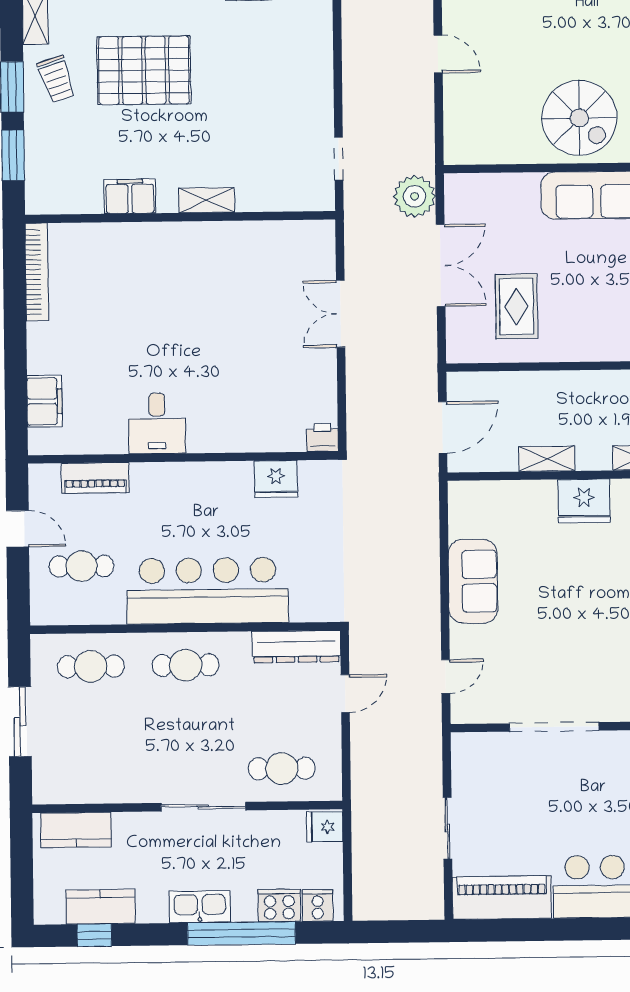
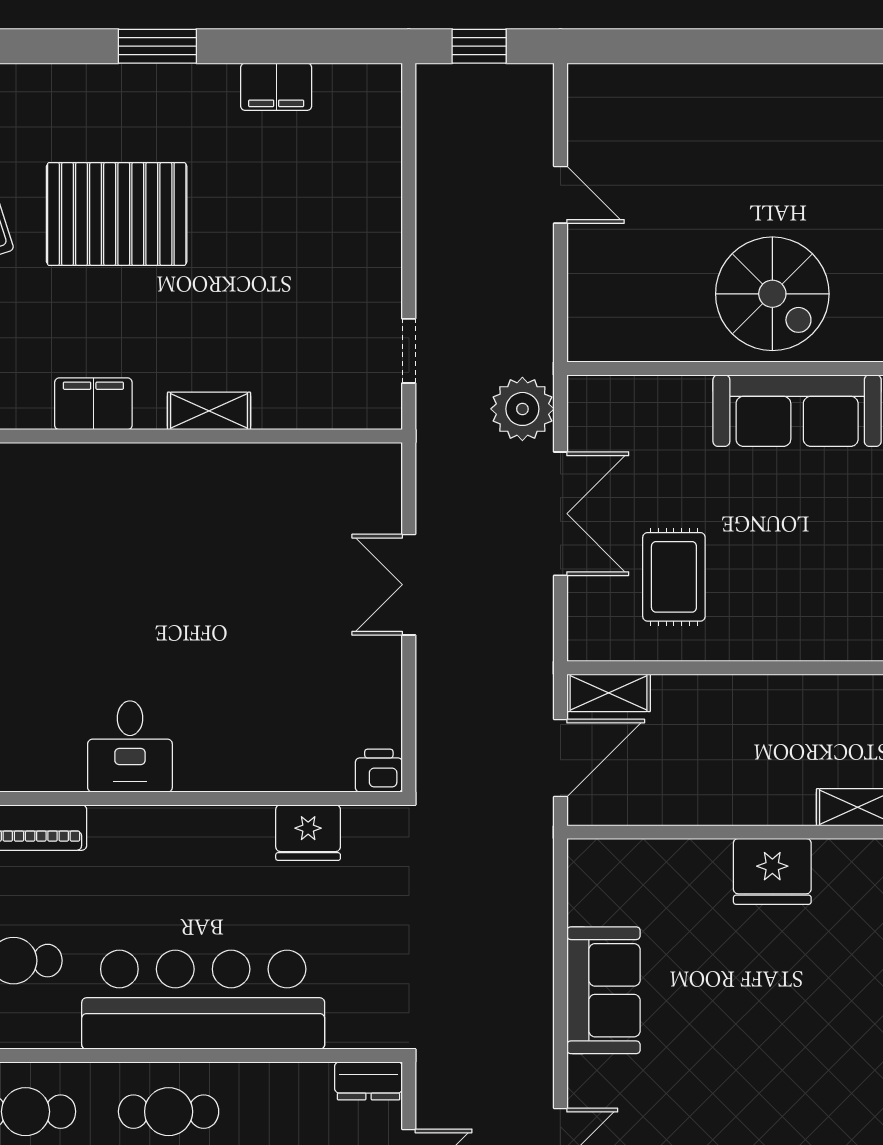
shelving: (547, 459) -> (609, 693), moved
dresser: (296, 647) -> (369, 1081), width x0.51, depth x0.80

